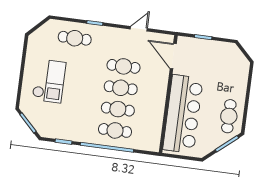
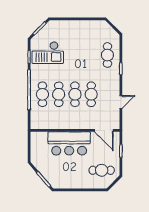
door: (139, 29) -> (121, 102), hinge flipped
door: (173, 56) -> (104, 130), swing flipped
checkout: (49, 81) -> (48, 53), moved
bar counter: (183, 114) -> (69, 143), width x0.73
cafe table: (229, 116) -> (102, 170), moved

